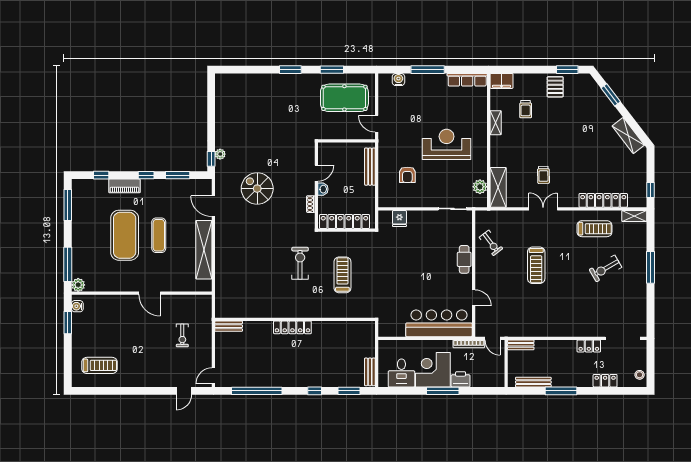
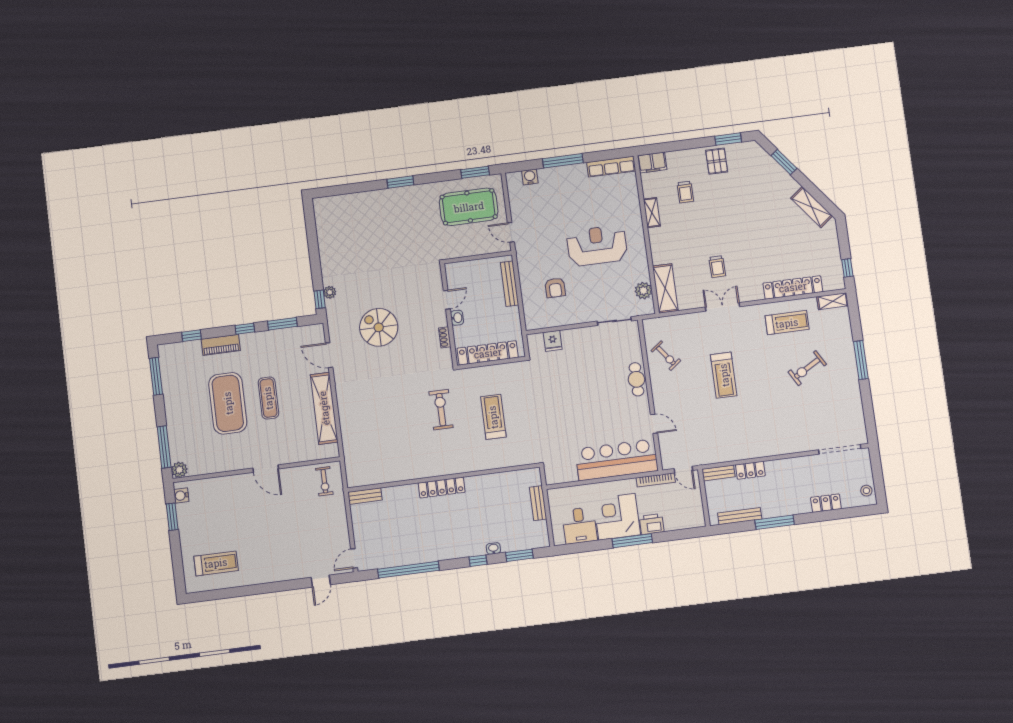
window: (332, 70) -> (475, 172), moved
exercise bike: (182, 335) -> (324, 481), moved
locker: (589, 346) -> (750, 470), moved
bench: (370, 372) -> (538, 503), moved
washbasin: (329, 383) -> (493, 548), added

